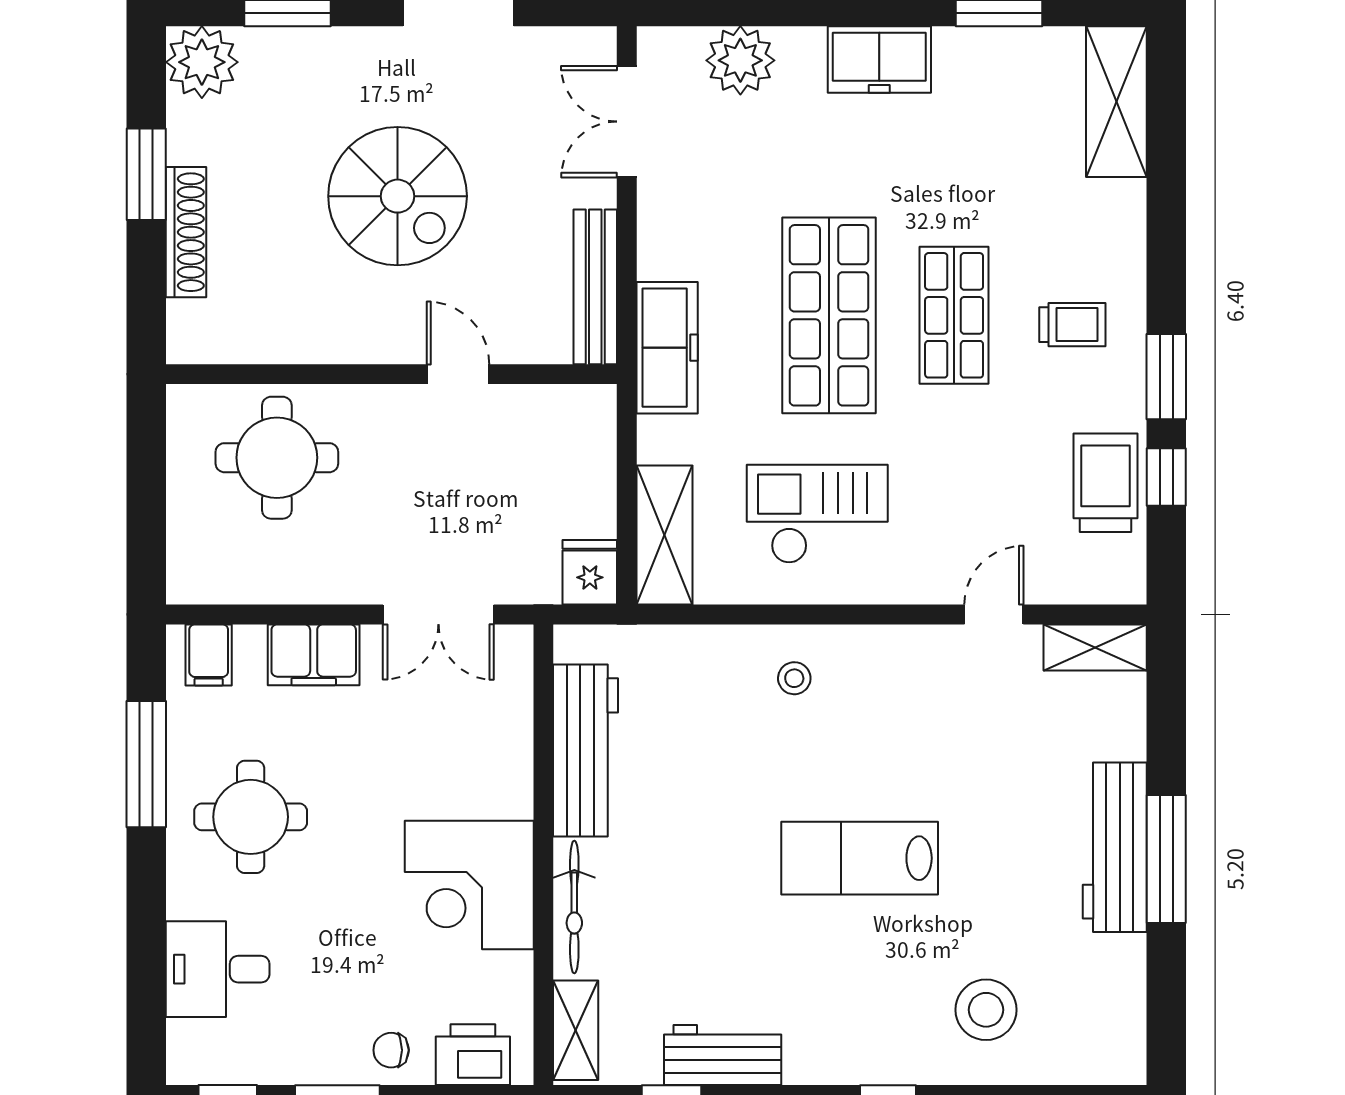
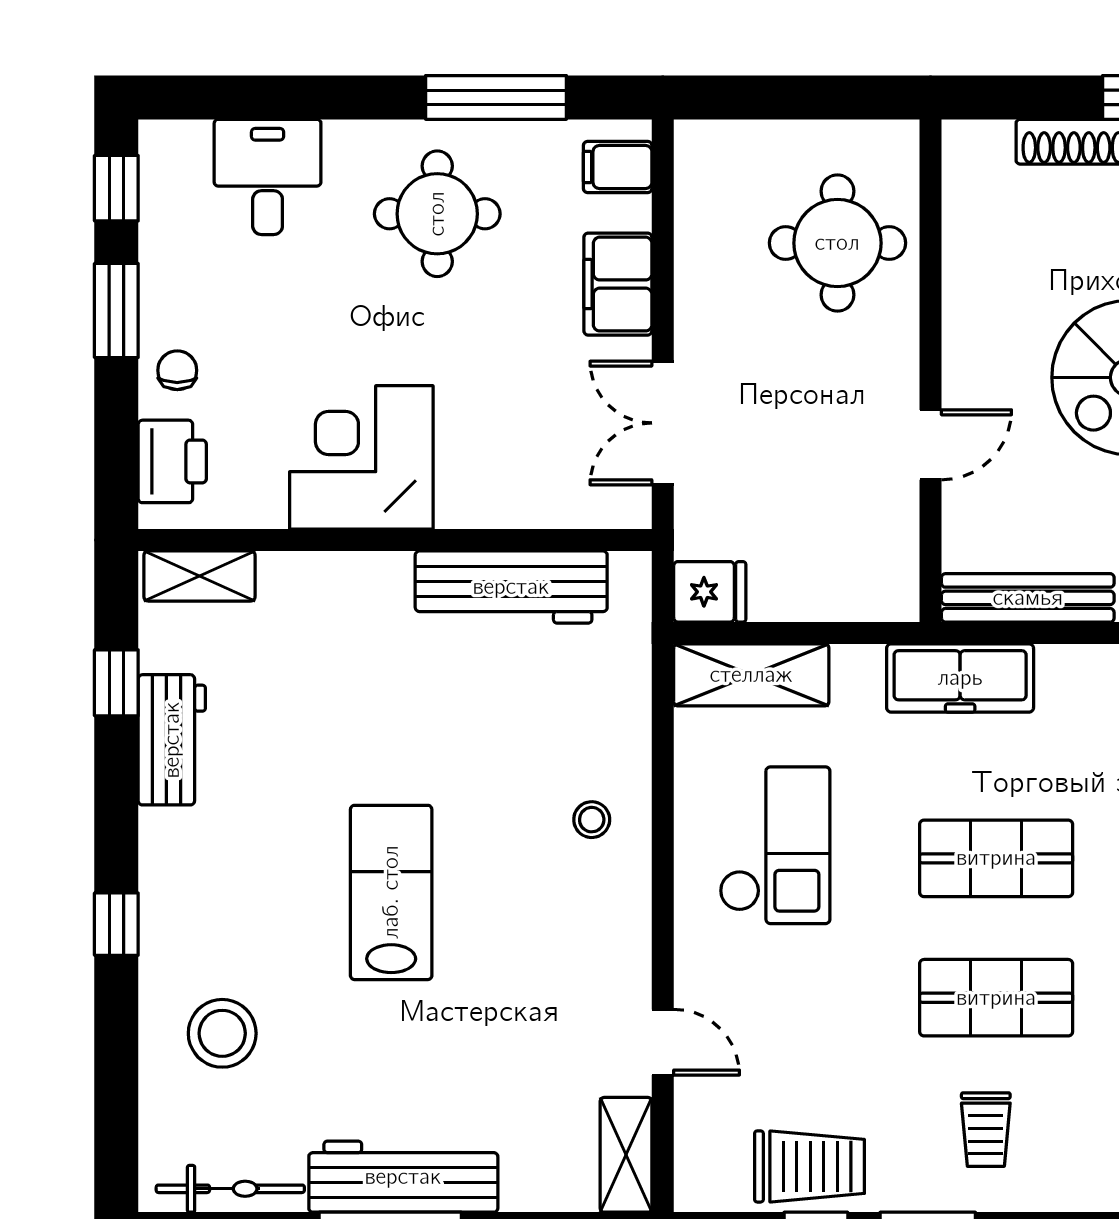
shop shelf: (829, 315) -> (996, 858), width x0.70, depth x0.74
bicycle: (574, 907) -> (230, 1189), moved, turned 180

